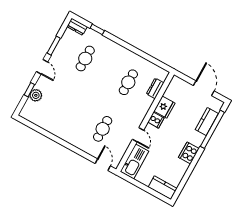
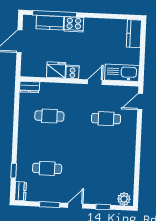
dresser: (155, 88) -> (30, 87), moved
plant: (36, 95) -> (124, 199), moved
cooker: (189, 153) -> (74, 24), moved

